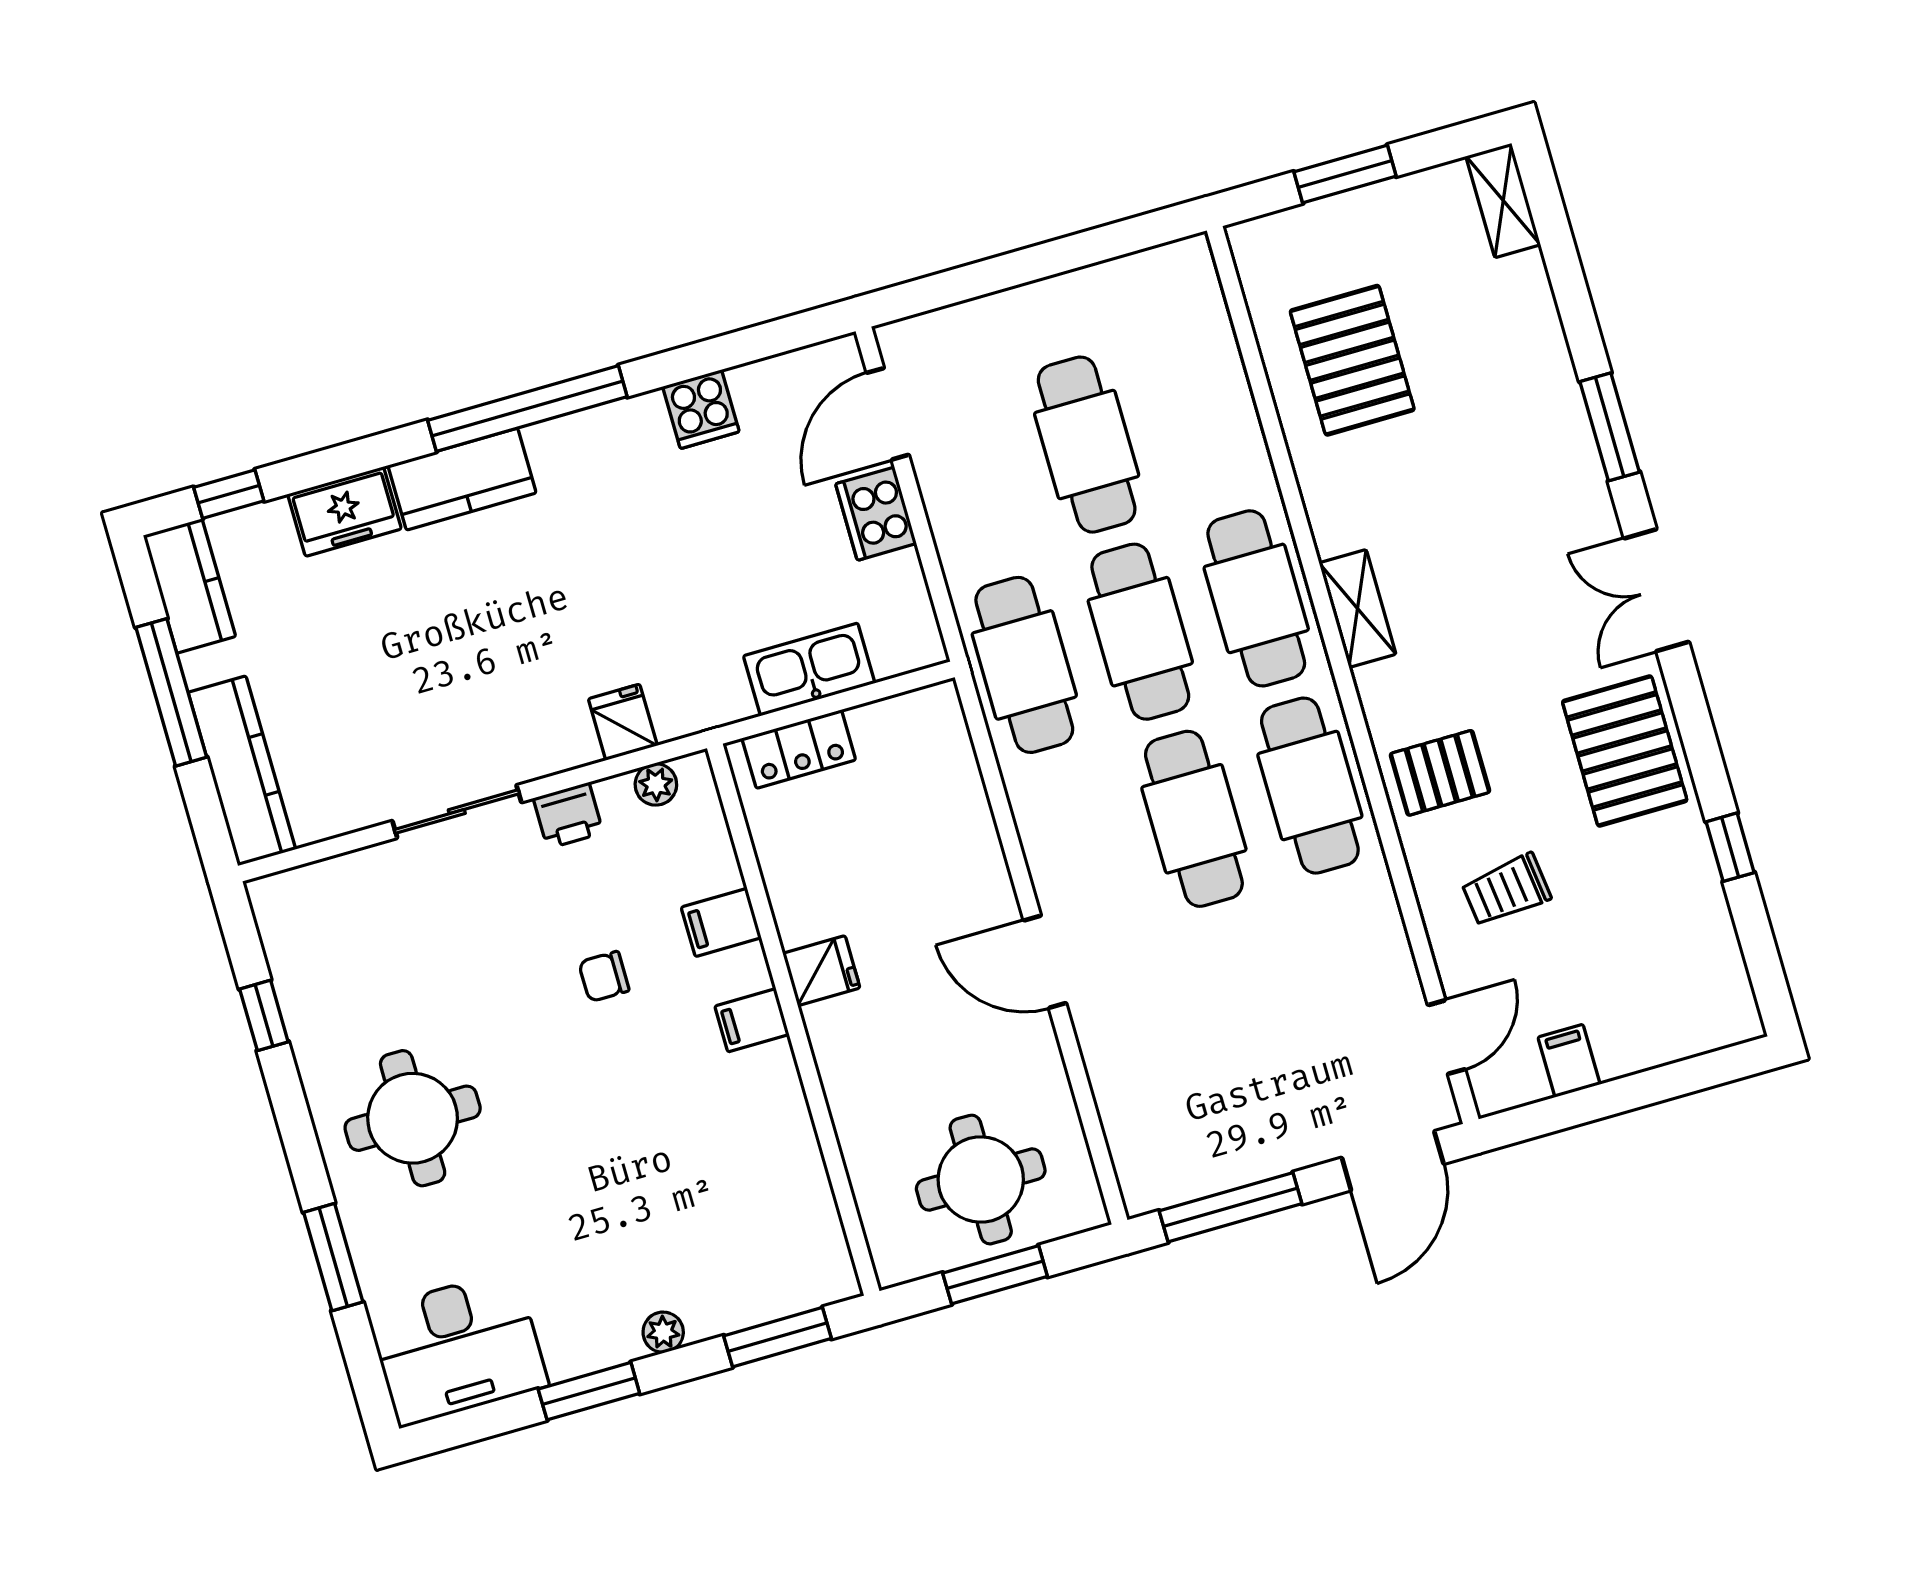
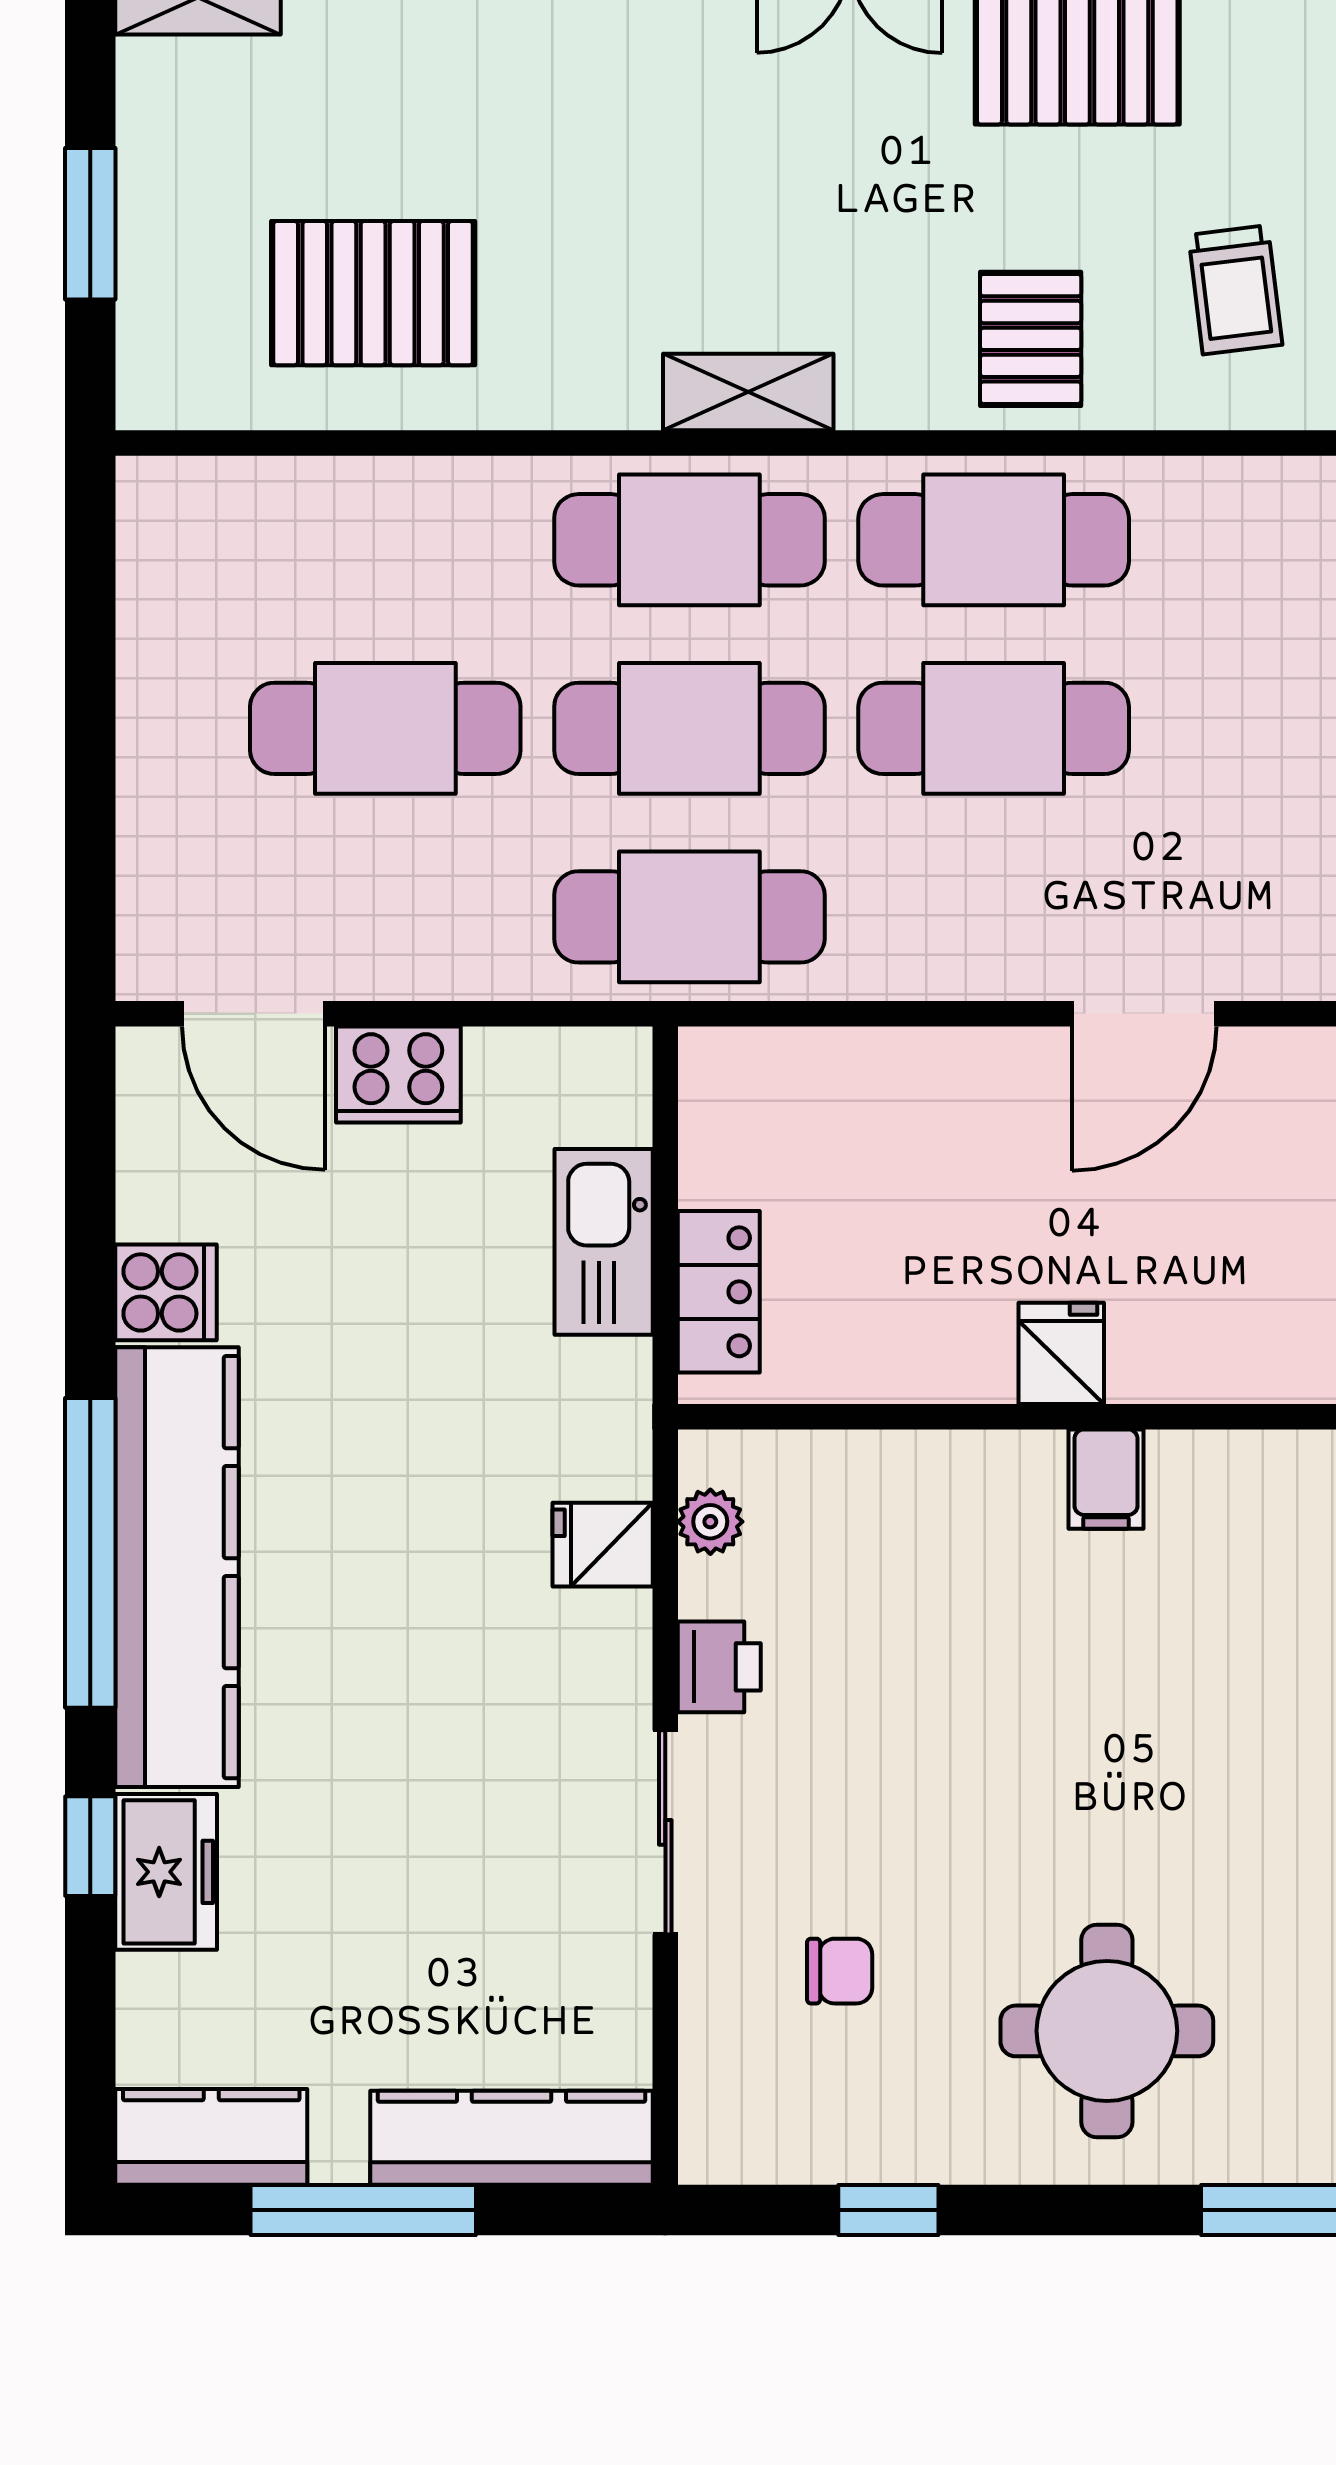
kitchen counter: (462, 479) -> (177, 1567), width x2.08, depth x1.17
window: (229, 494) -> (90, 1846), moved
filing cabinet: (721, 922) -> (946, 1483), removed
chair: (604, 977) -> (840, 1971), moved, turned -90

